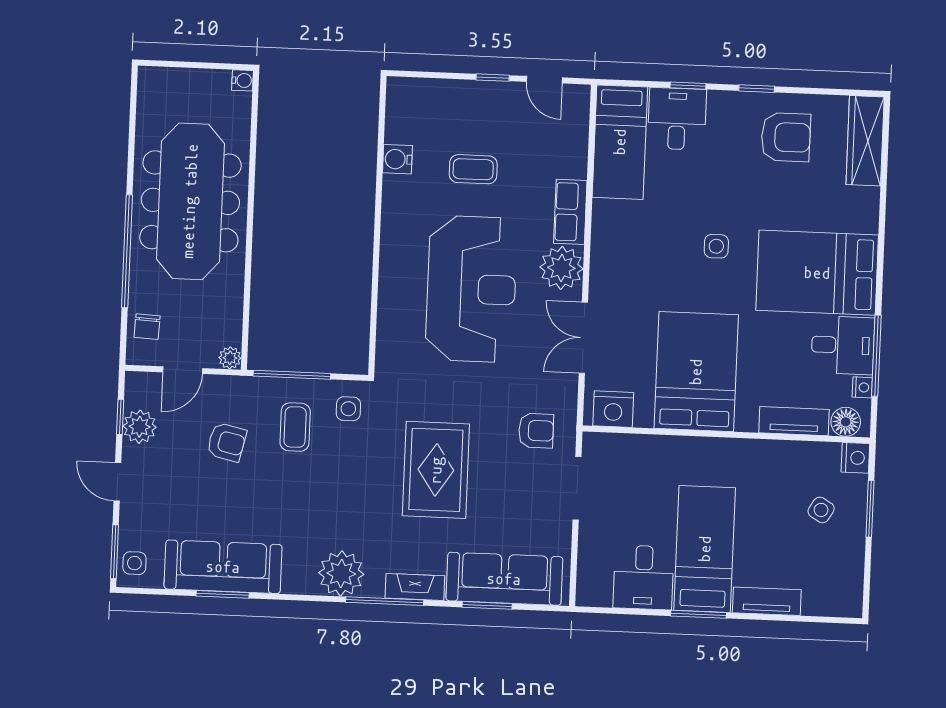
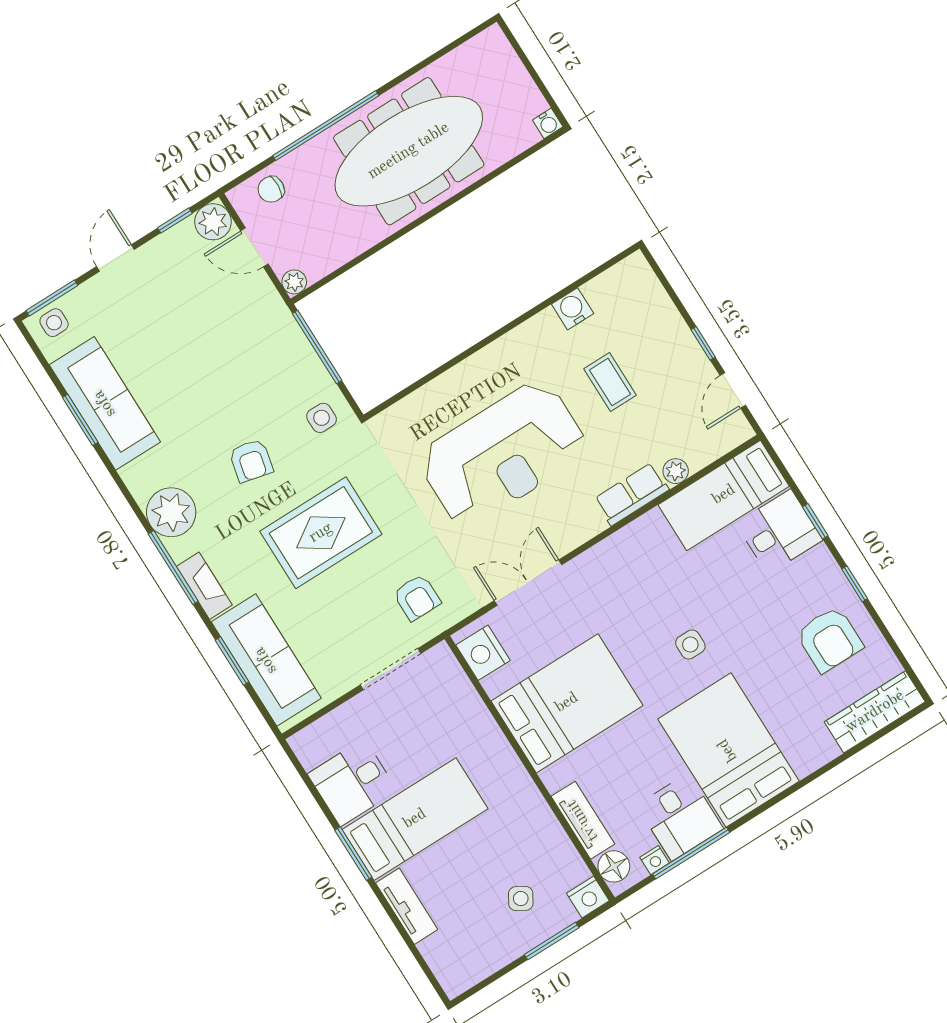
plant: (561, 268) -> (676, 471), moved, width x0.53, depth x0.53
plant: (140, 427) -> (213, 222), moved
coffee table: (295, 427) -> (273, 382), removed
armchair: (227, 442) -> (251, 461), moved

